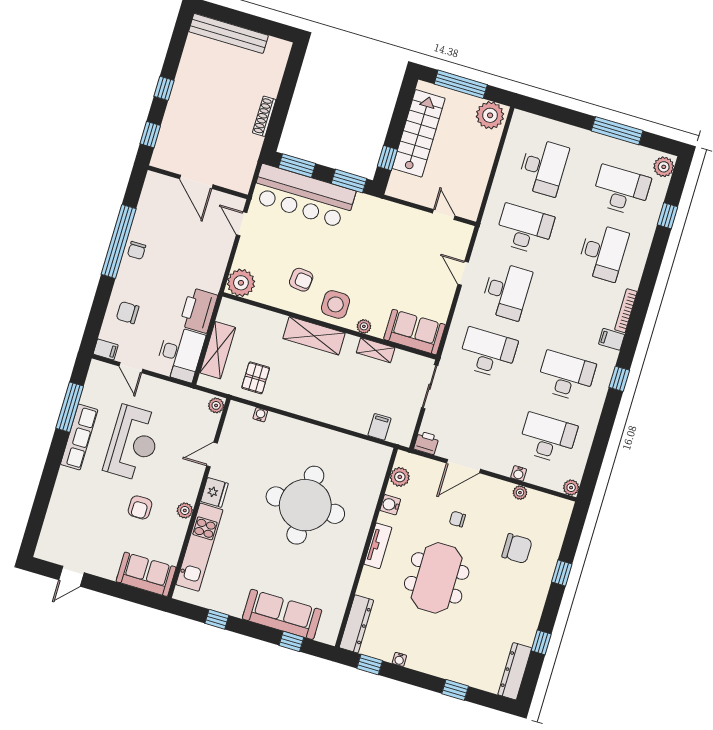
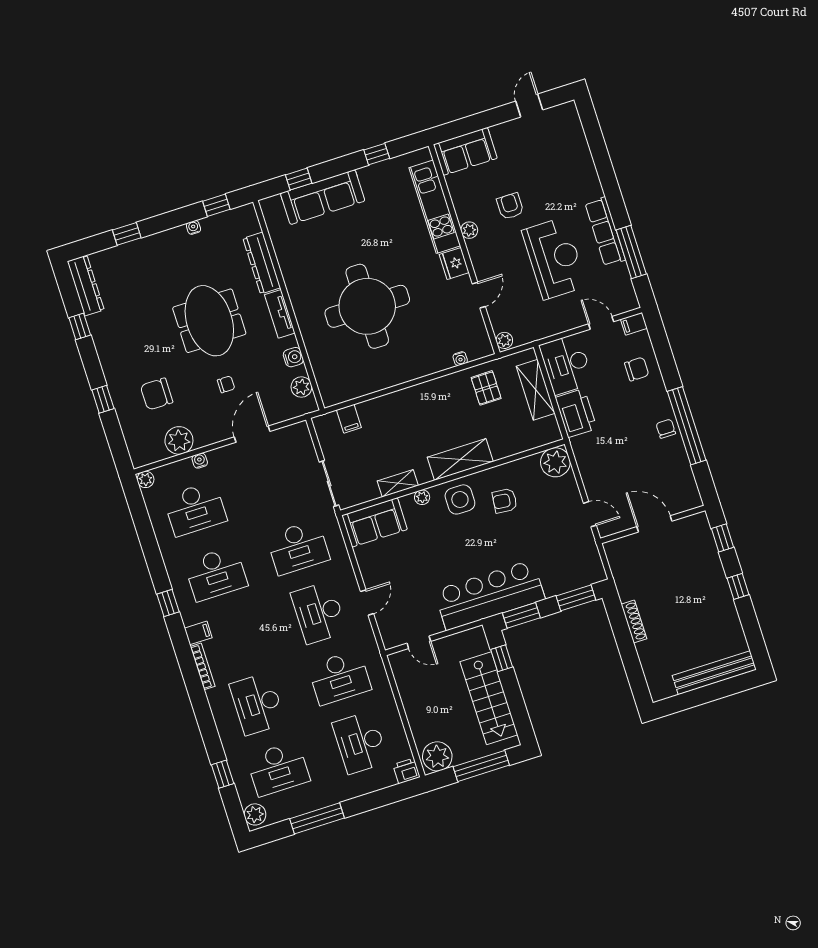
bar counter: (303, 196) -> (490, 595), moved
door: (463, 273) -> (367, 602), hinge flipped
reception desk: (133, 443) -> (554, 258), turned 180
printer: (426, 443) -> (406, 771), moved, turned 180
plant: (520, 493) -> (179, 440), width x1.88, depth x1.88
dresser: (356, 624) -> (262, 263), moved

